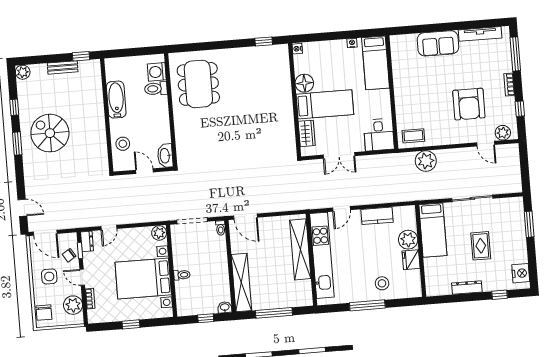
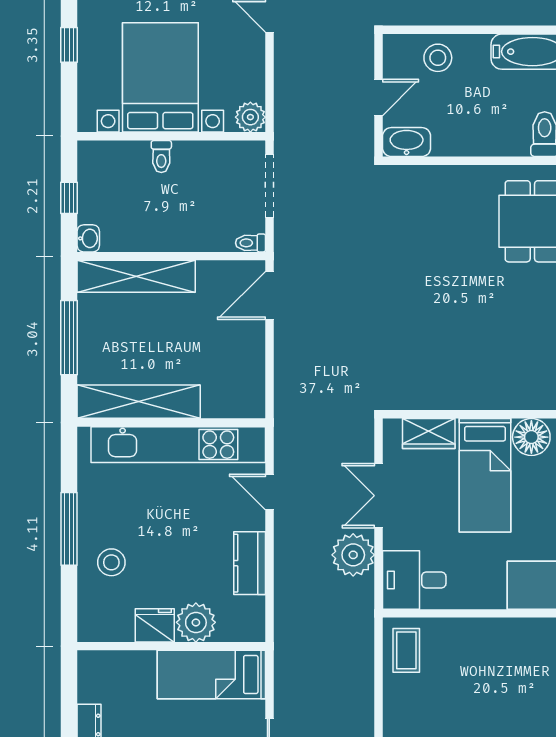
plant: (426, 161) -> (353, 555), moved
shelving: (300, 249) -> (139, 402), moved

